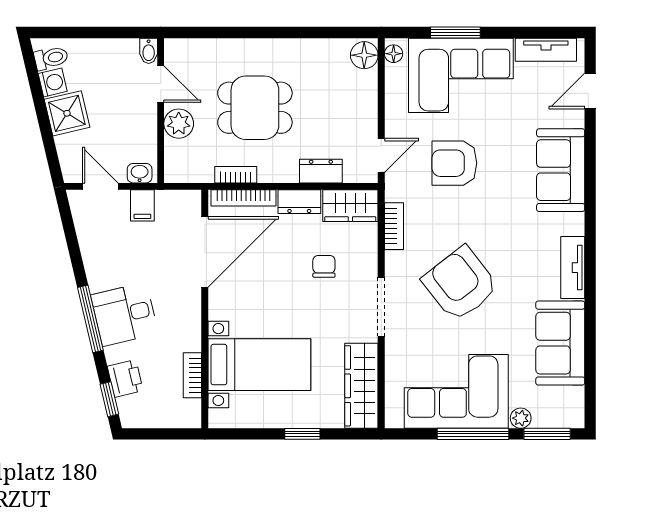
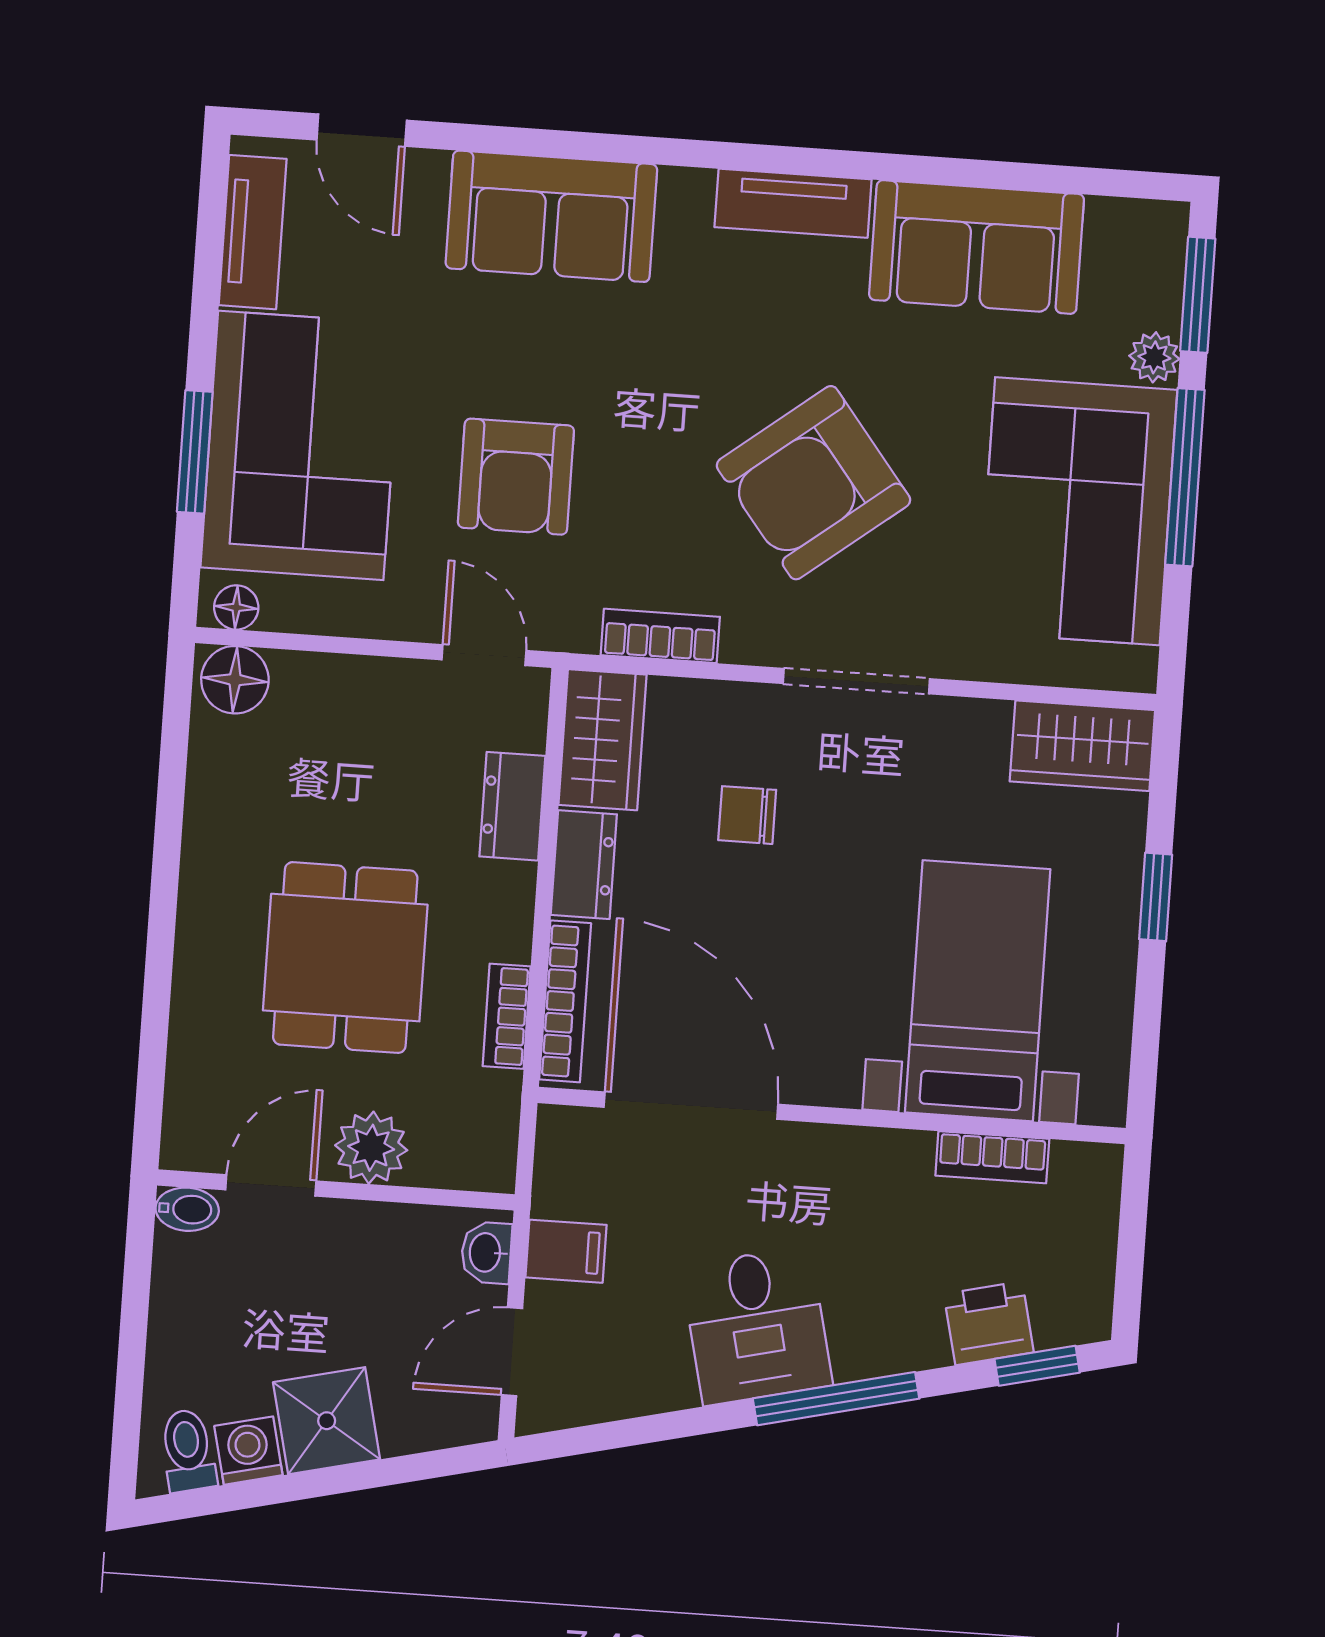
desk: (125, 314) -> (757, 1326), moved
wardrobe: (361, 386) -> (1082, 746), width x0.67

